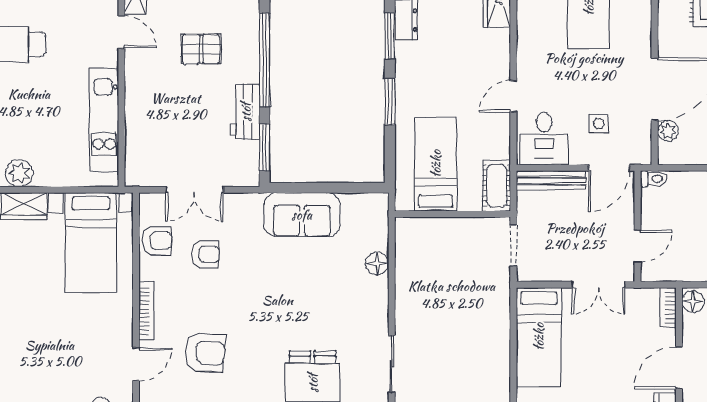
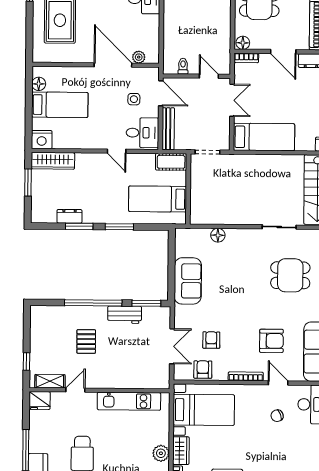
toilet: (654, 179) -> (183, 66), moved
armchair: (205, 353) -> (271, 341), turned 86
chair: (82, 363) -> (277, 416), added

